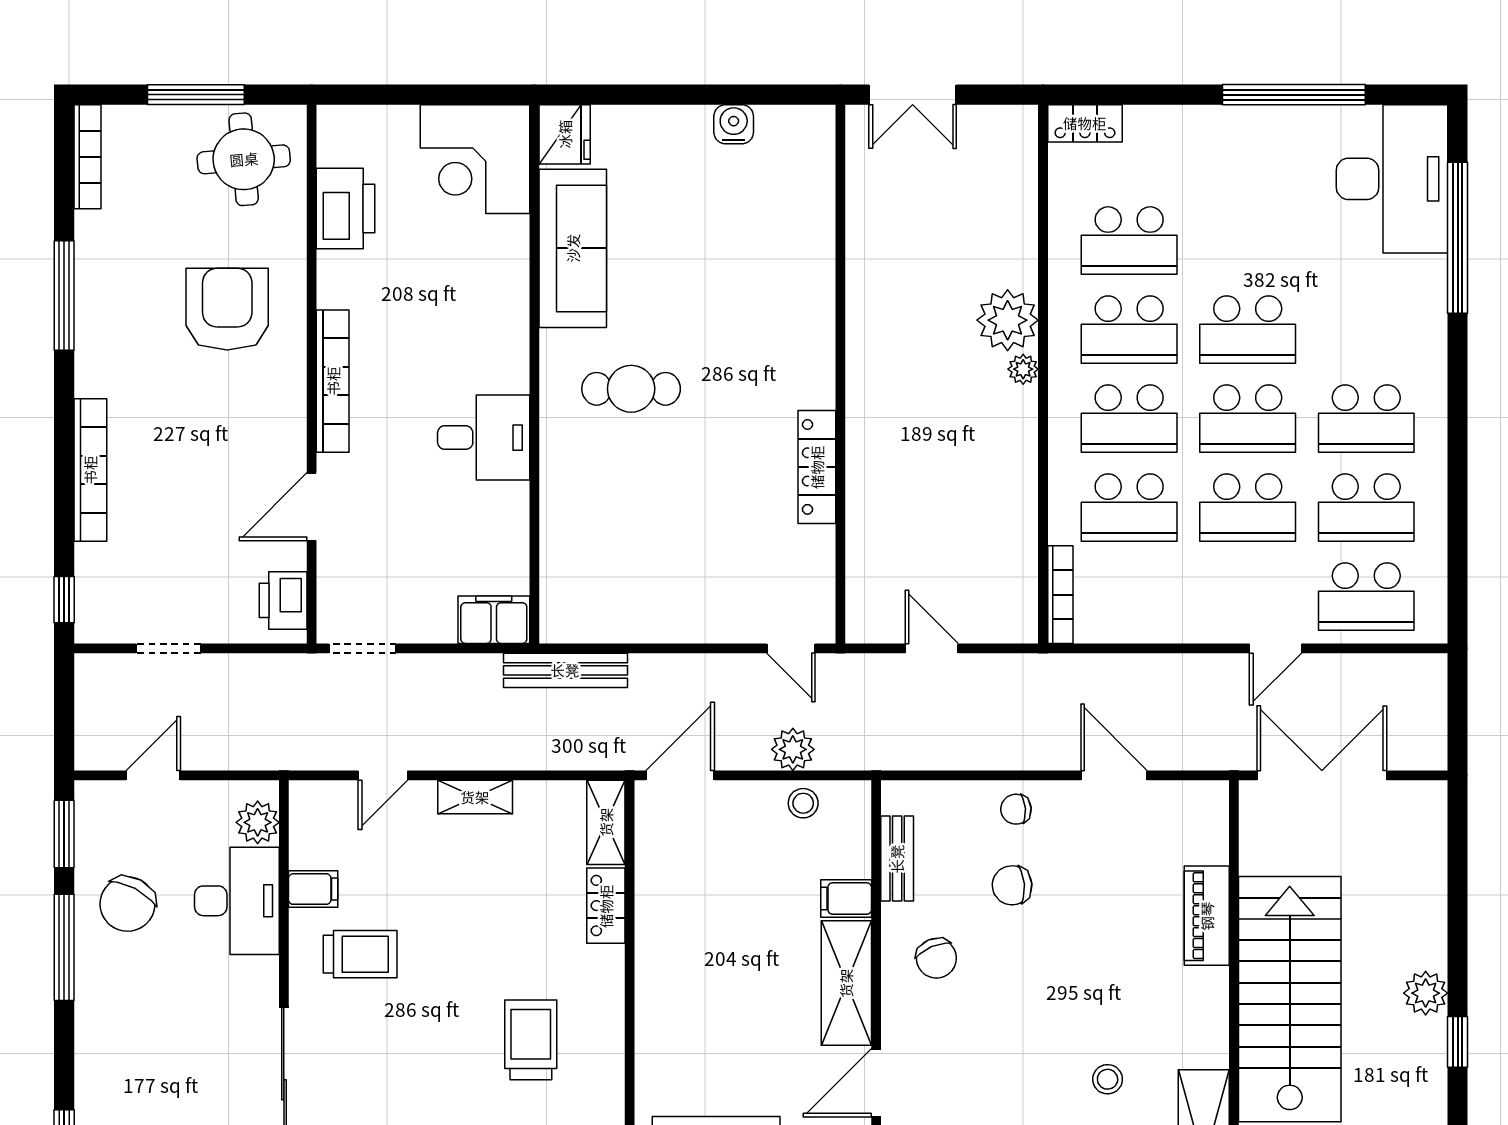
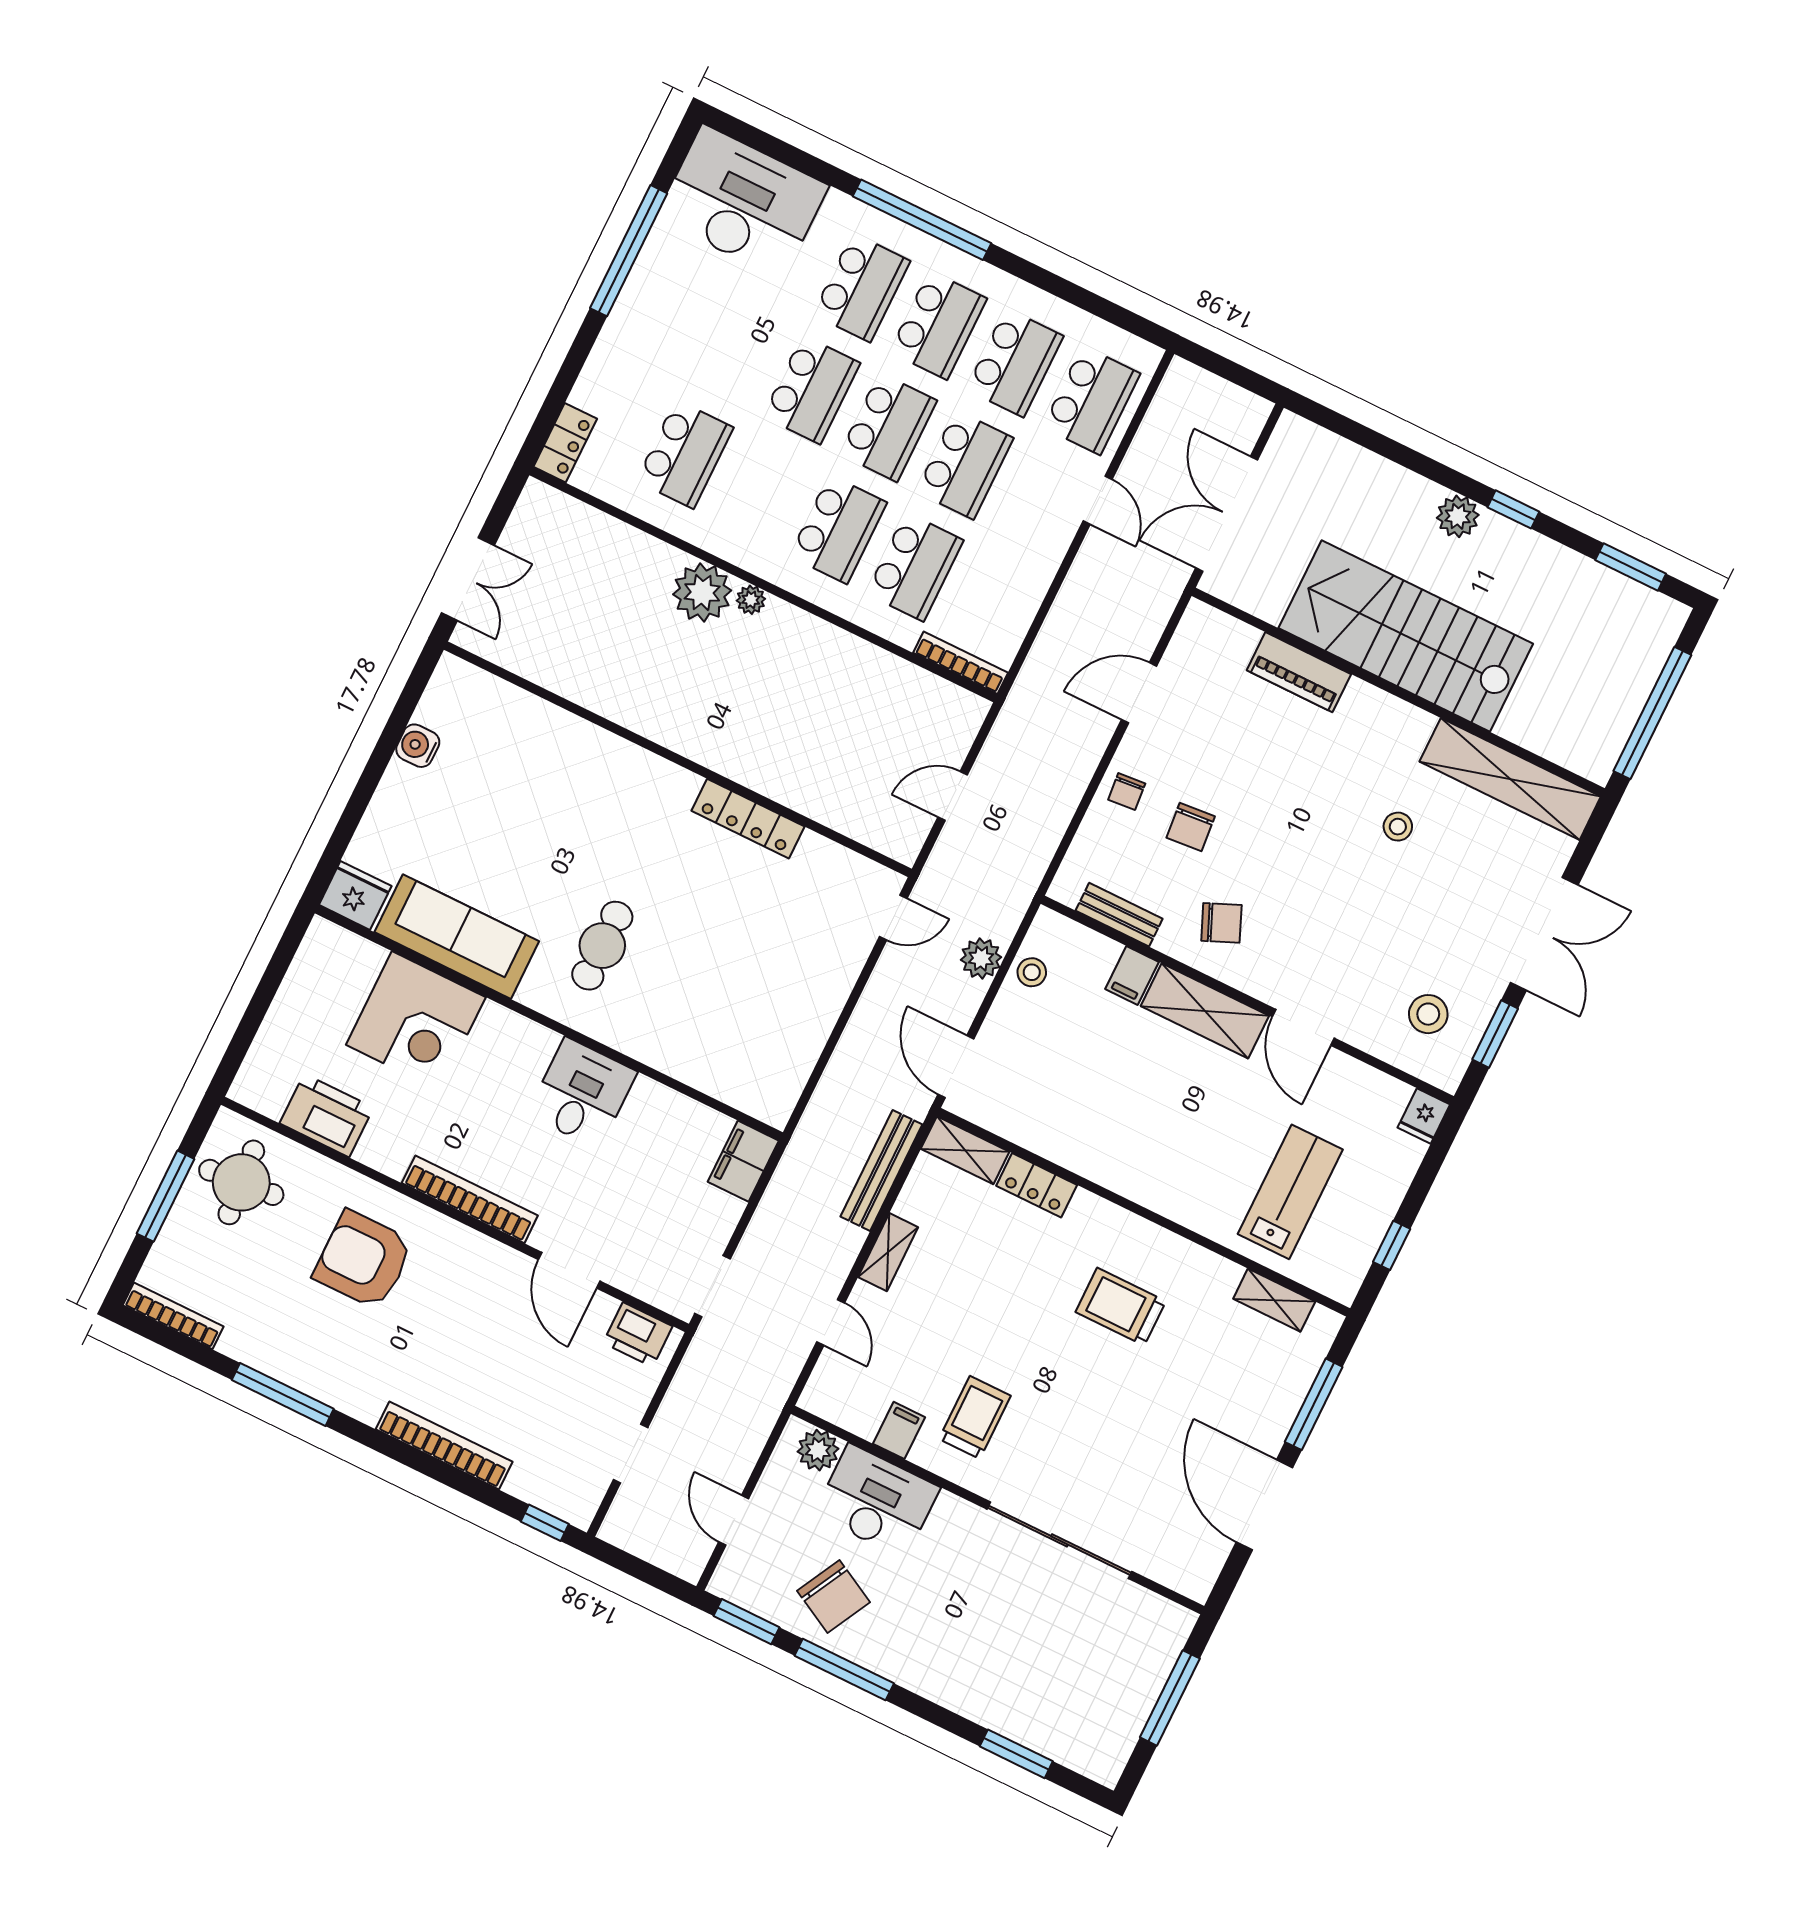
corner desk: (475, 159) -> (416, 1021), moved
window: (1458, 238) -> (922, 220), moved
school desk: (1129, 330) -> (861, 288), moved
bench: (565, 670) -> (881, 1170), moved

